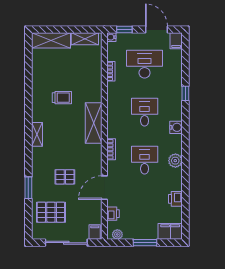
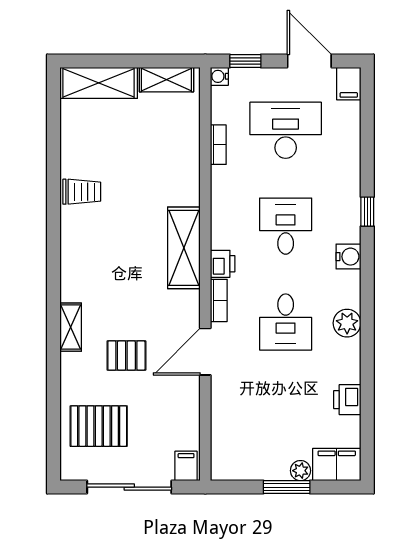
window: (185, 93) -> (367, 212), moved
trolley: (62, 98) -> (82, 192), moved
shelving: (37, 134) -> (71, 327), moved
desk: (145, 160) -> (286, 322), turned 180
window: (28, 188) -> (53, 377), removed
door: (104, 188) -> (205, 352), moved
printer: (113, 214) -> (223, 264), moved
plant: (117, 234) -> (300, 471), moved

